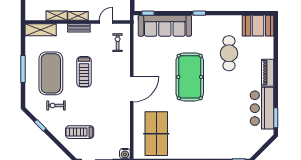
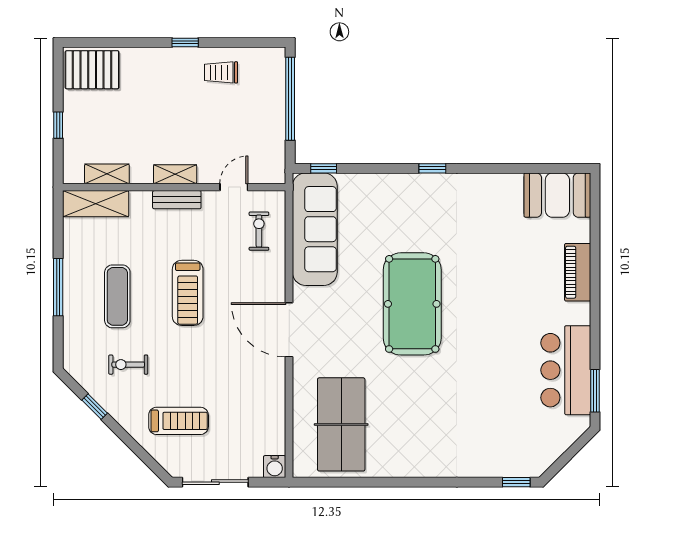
shelving: (57, 16) -> (107, 174), moved
sofa: (165, 26) -> (315, 229), moved, turned -90
cafe table: (229, 53) -> (495, 254), removed
exercise mat: (51, 73) -> (117, 296), width x0.50, depth x0.69
piano: (268, 73) -> (578, 272), moved
door: (132, 89) -> (289, 330), swing flipped
treadmill: (80, 132) -> (179, 421), turned 180

